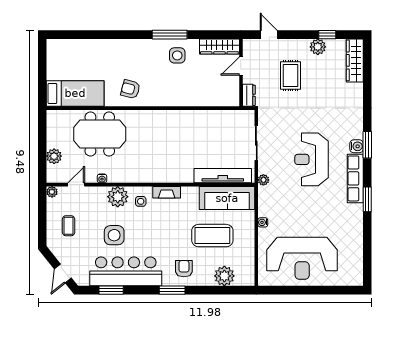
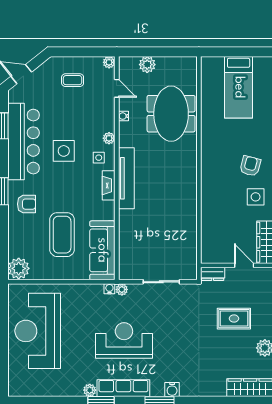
armchair: (130, 89) -> (250, 166), moved
bed: (75, 93) -> (239, 87), moved
water cooler: (357, 146) -> (172, 389), moved
reception desk: (312, 159) -> (124, 340), moved
tv unit: (223, 176) -> (126, 178), moved
plant: (118, 197) -> (109, 138), width x0.53, depth x0.53
plant: (357, 210) -> (90, 390), added
water cooler: (263, 222) -> (109, 289), moved
side table: (114, 235) -> (64, 151), moved
plant: (224, 276) -> (19, 268), moved

